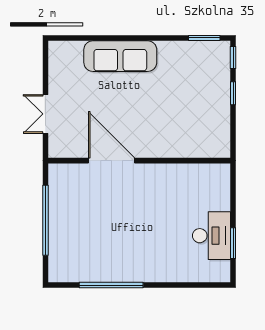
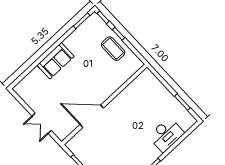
sofa: (120, 56) -> (55, 61), width x0.73
coffee table: (210, 105) -> (113, 49), added
desk: (211, 236) -> (166, 135), moved, turned 90

